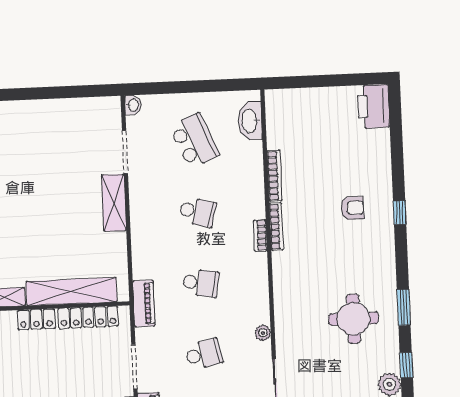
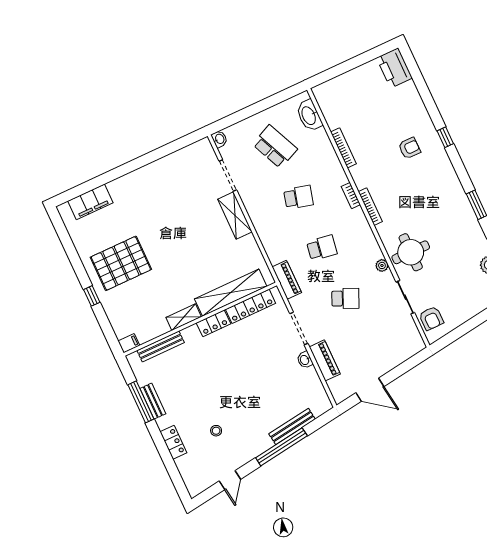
bookcase: (276, 227) -> (370, 207), moved
round table: (354, 319) -> (411, 252), moved
school desk: (204, 354) -> (345, 298), turned 36

